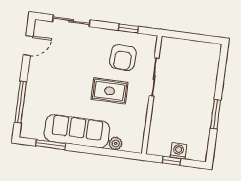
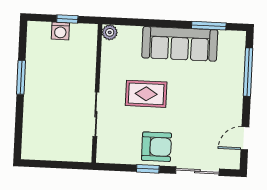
window: (128, 28) -> (148, 169), moved
armchair: (123, 57) -> (157, 147), moved, turned 87
plant: (116, 143) -> (110, 32), moved

